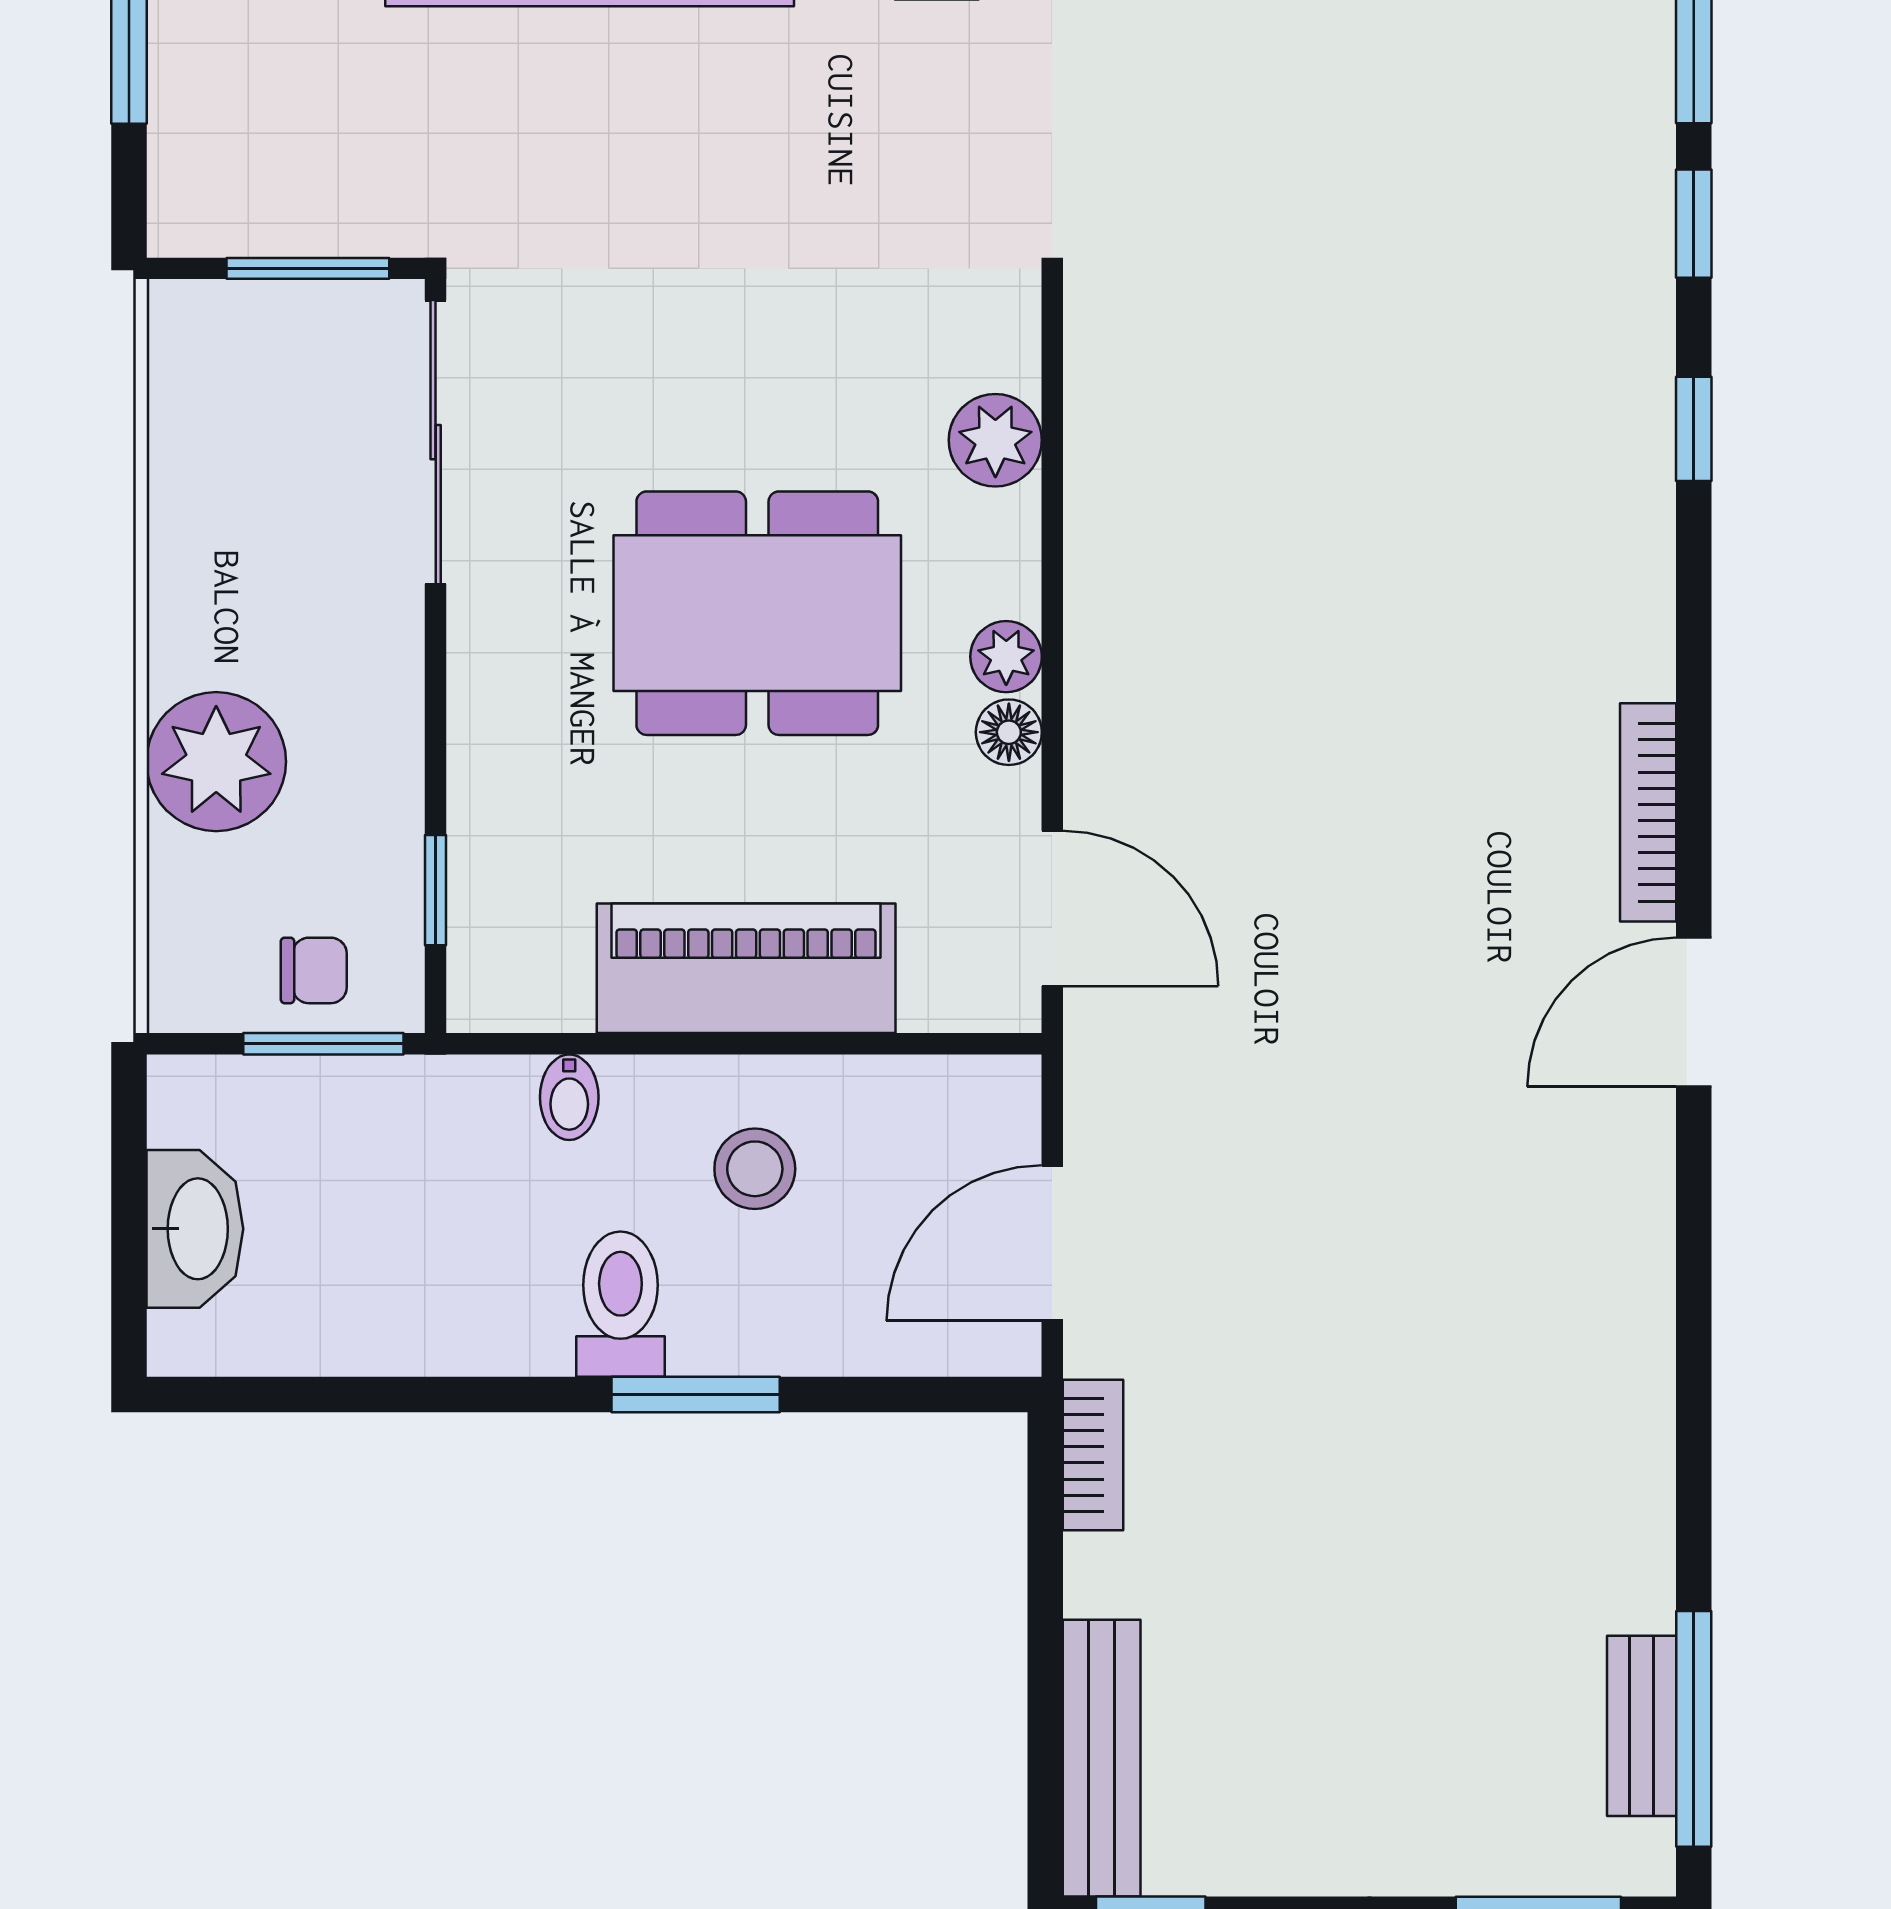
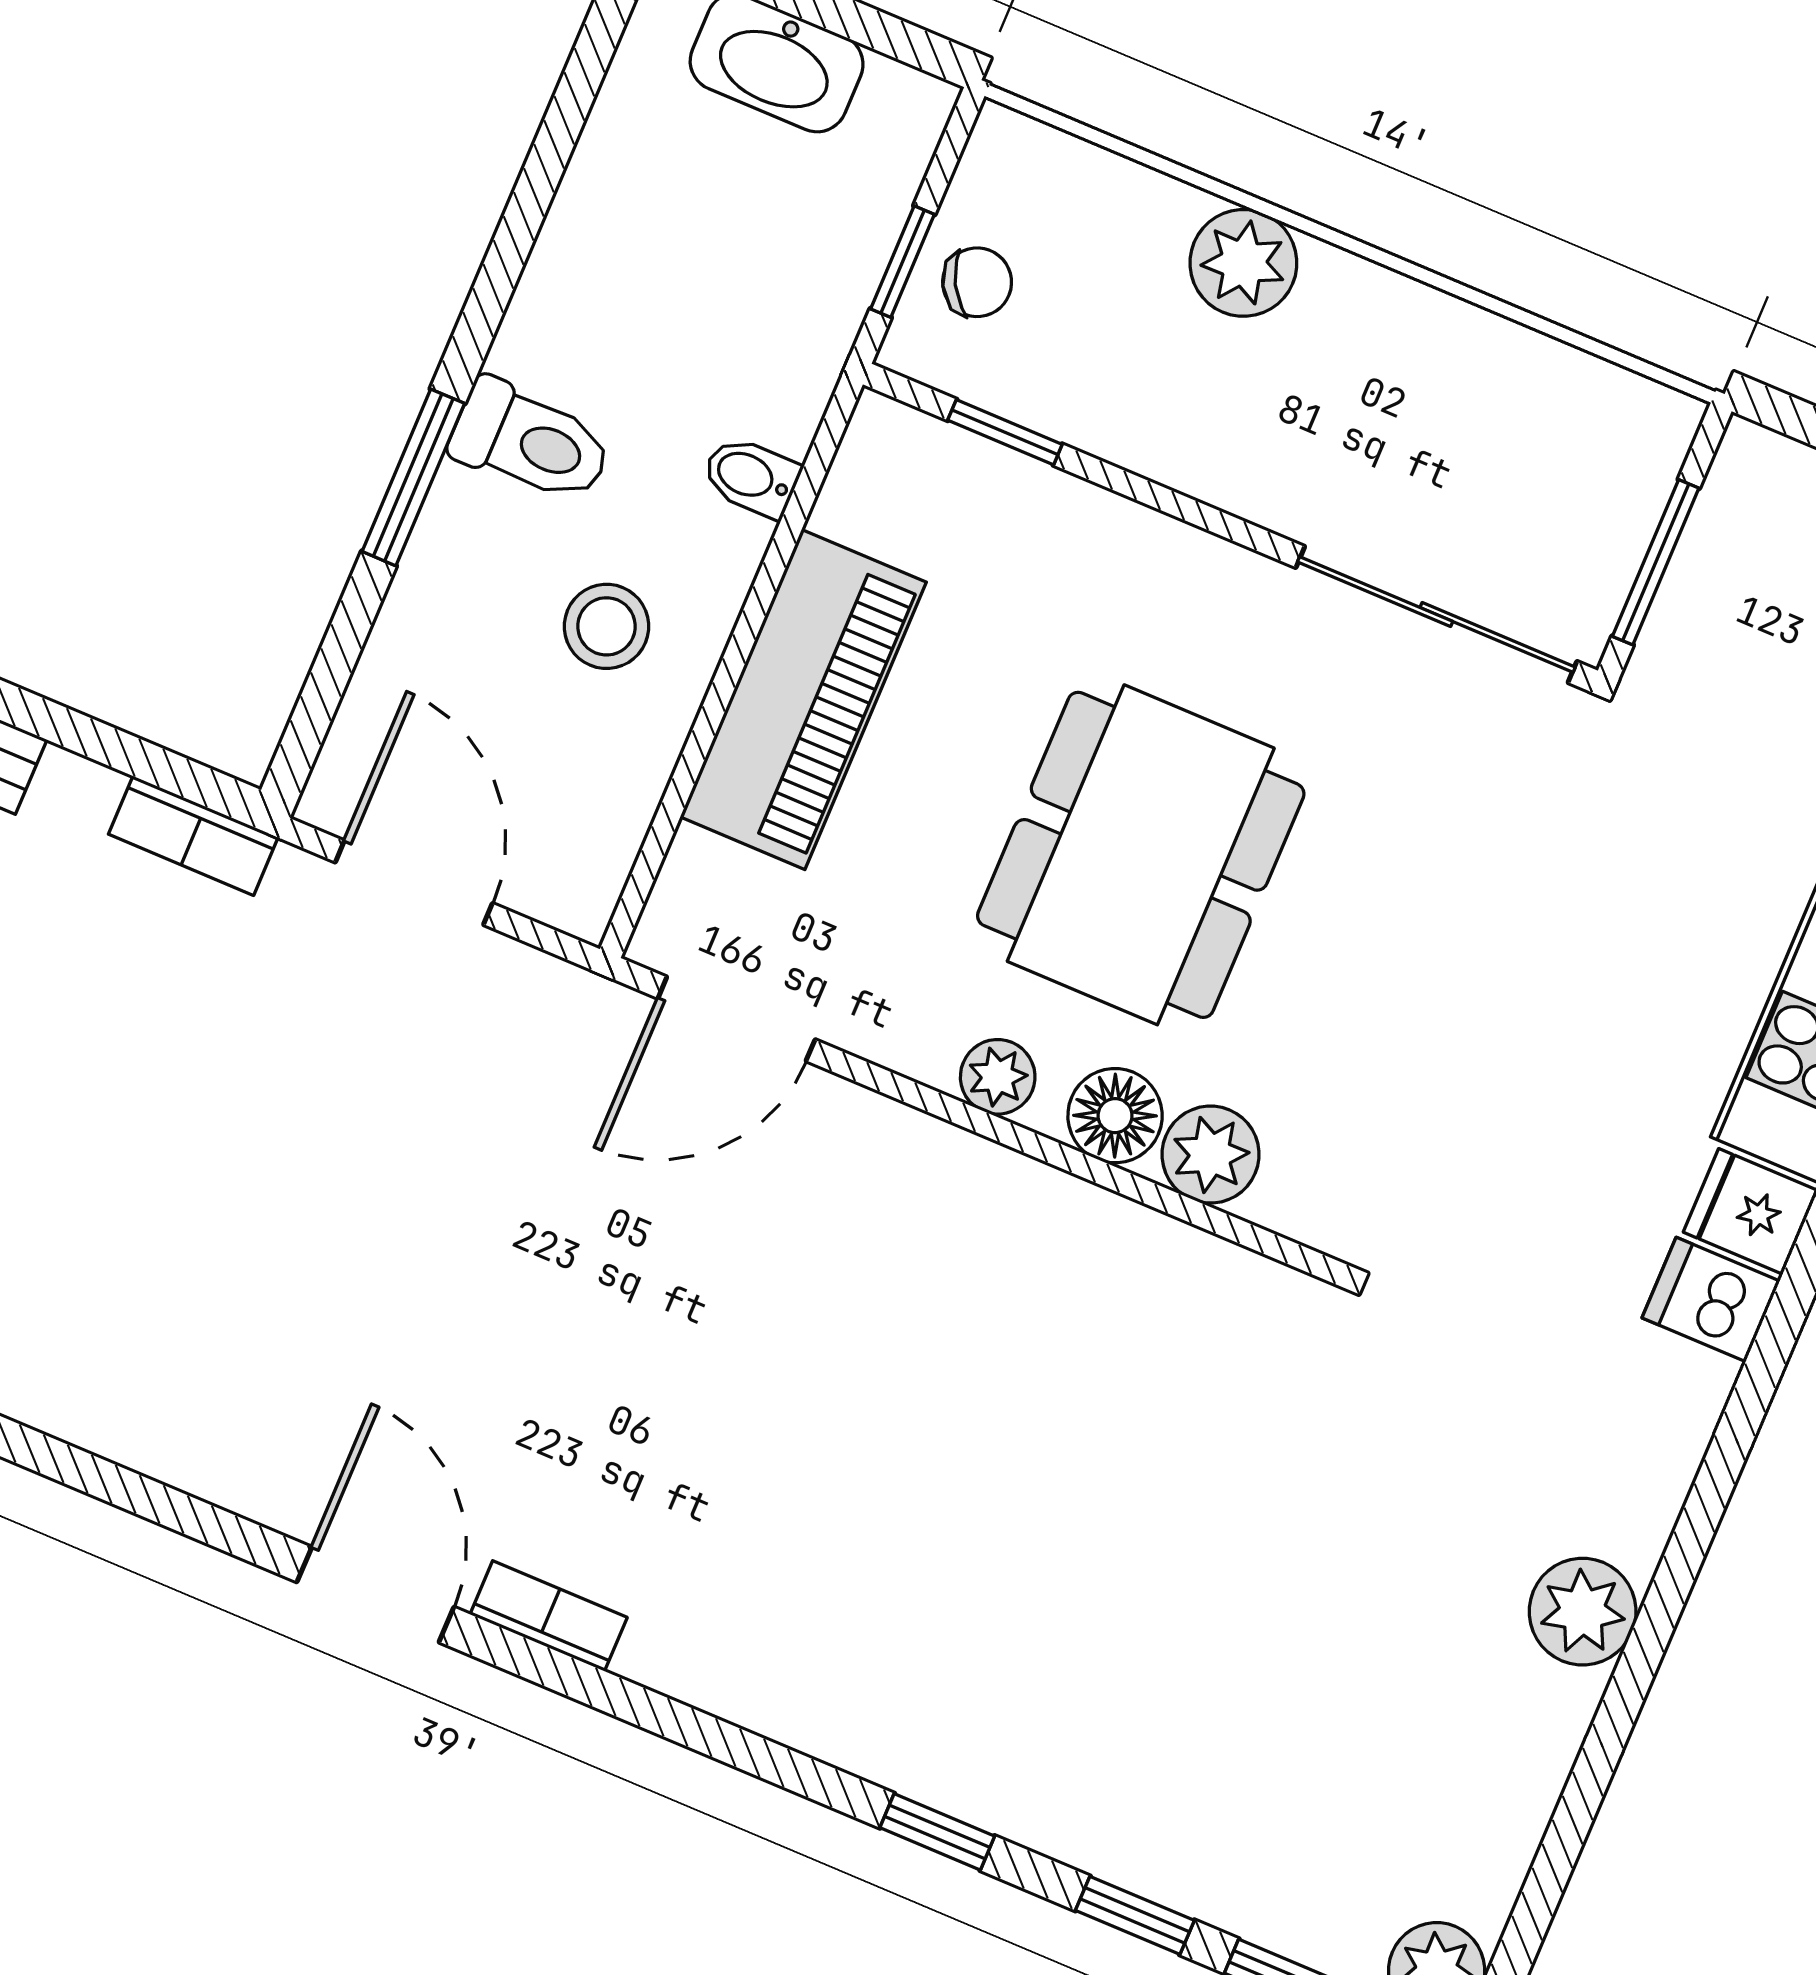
floor lamp: (1009, 732) -> (1115, 1116), moved, width x1.37, depth x1.37
plant: (216, 762) -> (1243, 263), width x0.73, depth x0.73
bookcase: (1648, 812) -> (549, 1616), width x0.64
chair: (314, 970) -> (977, 282), turned -119
window: (323, 1044) -> (903, 262), width x0.67

